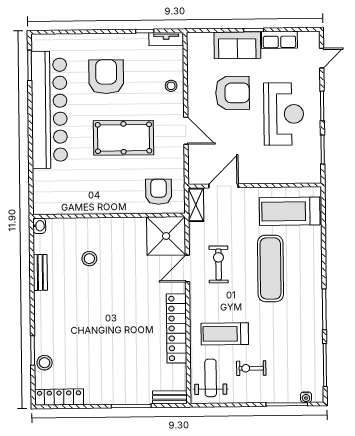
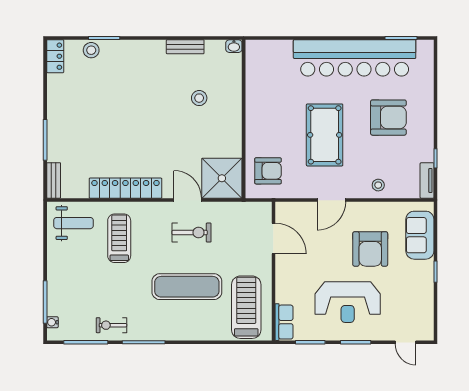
row of seats: (279, 40) -> (284, 322), moved, turned 180
sofa: (237, 45) -> (420, 235), moved
shelving: (196, 205) -> (254, 210), removed
exercise bike: (251, 368) -> (111, 325), moved, turned -90
locker: (59, 397) -> (55, 56), width x0.66

